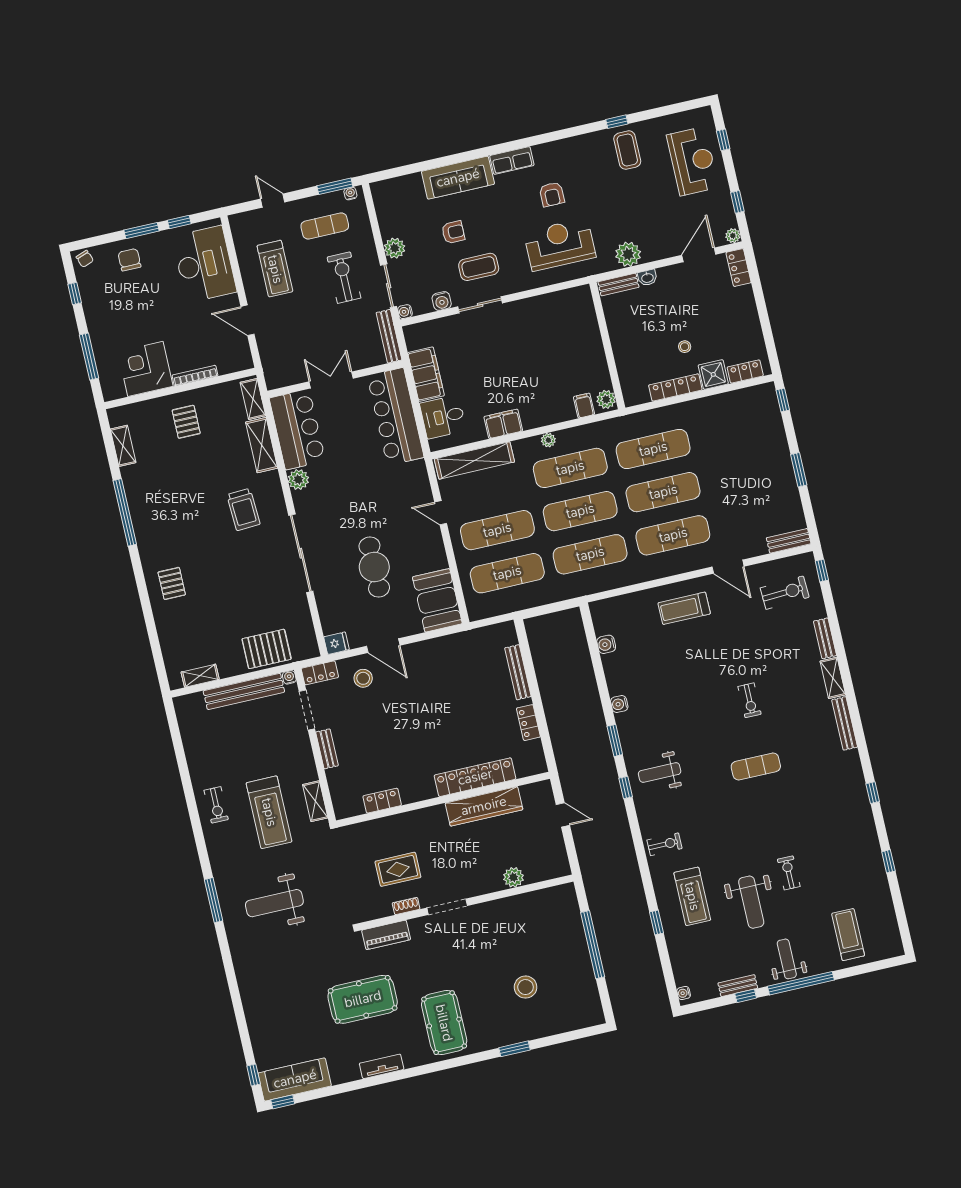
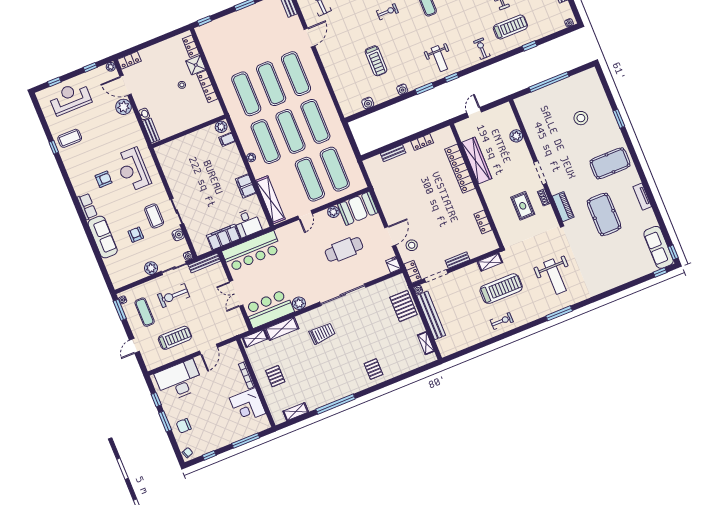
plant: (628, 254) -> (124, 107), moved
pallet: (186, 422) -> (275, 376), turned 90
plant: (438, 560) -> (333, 212), added
pallet: (172, 583) -> (373, 369), turned 90
treadmill: (684, 608) -> (376, 61), moved
bench: (518, 672) -> (393, 153), width x0.73

